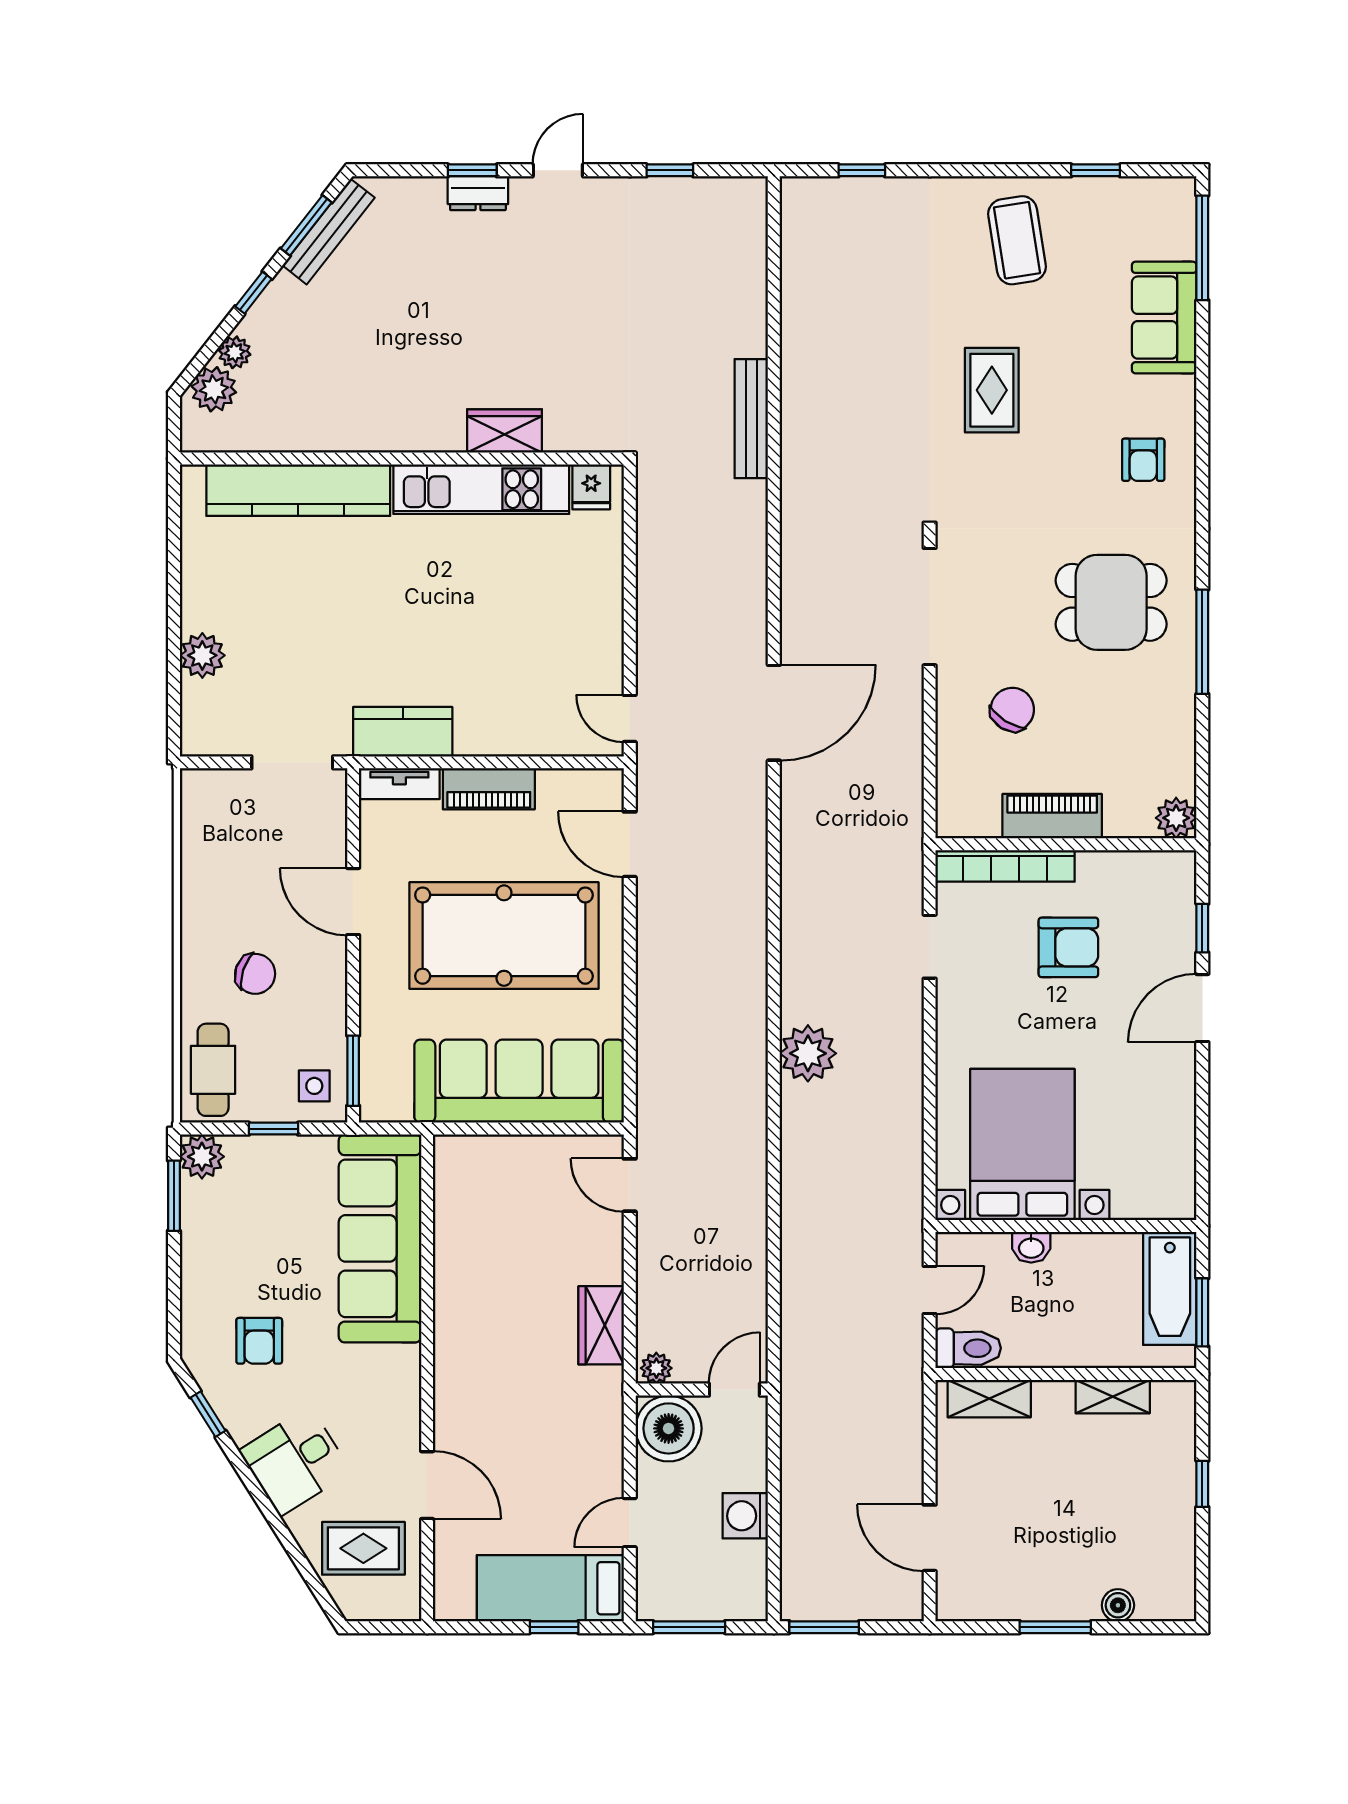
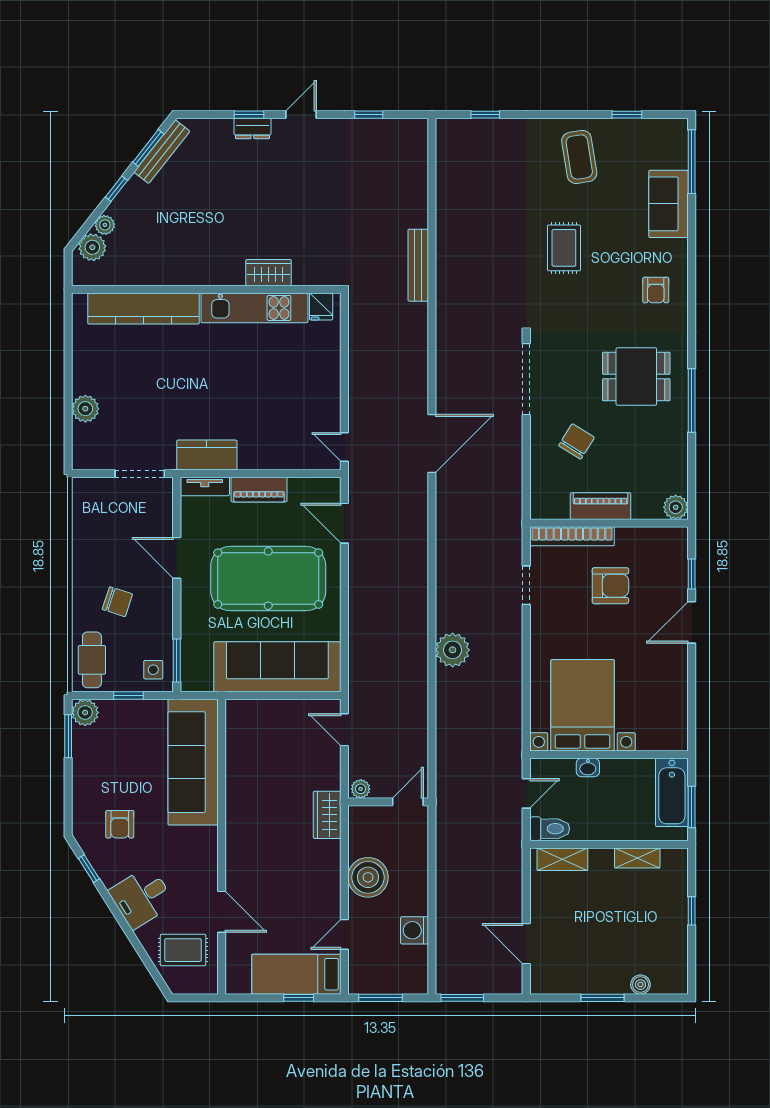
plant: (656, 1368) -> (361, 789), moved
wall: (702, 1390) -> (388, 802), moved
door: (734, 1390) -> (408, 802), moved

